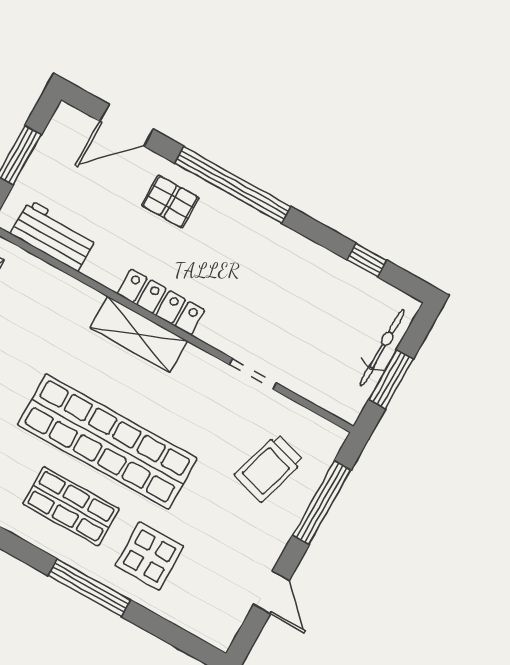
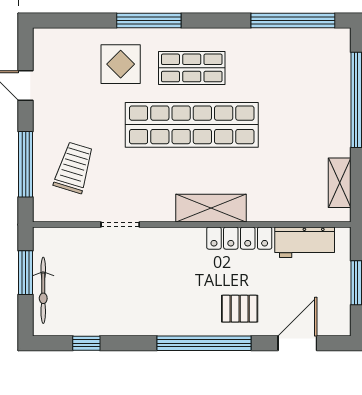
locker: (161, 302) -> (239, 238), moved

